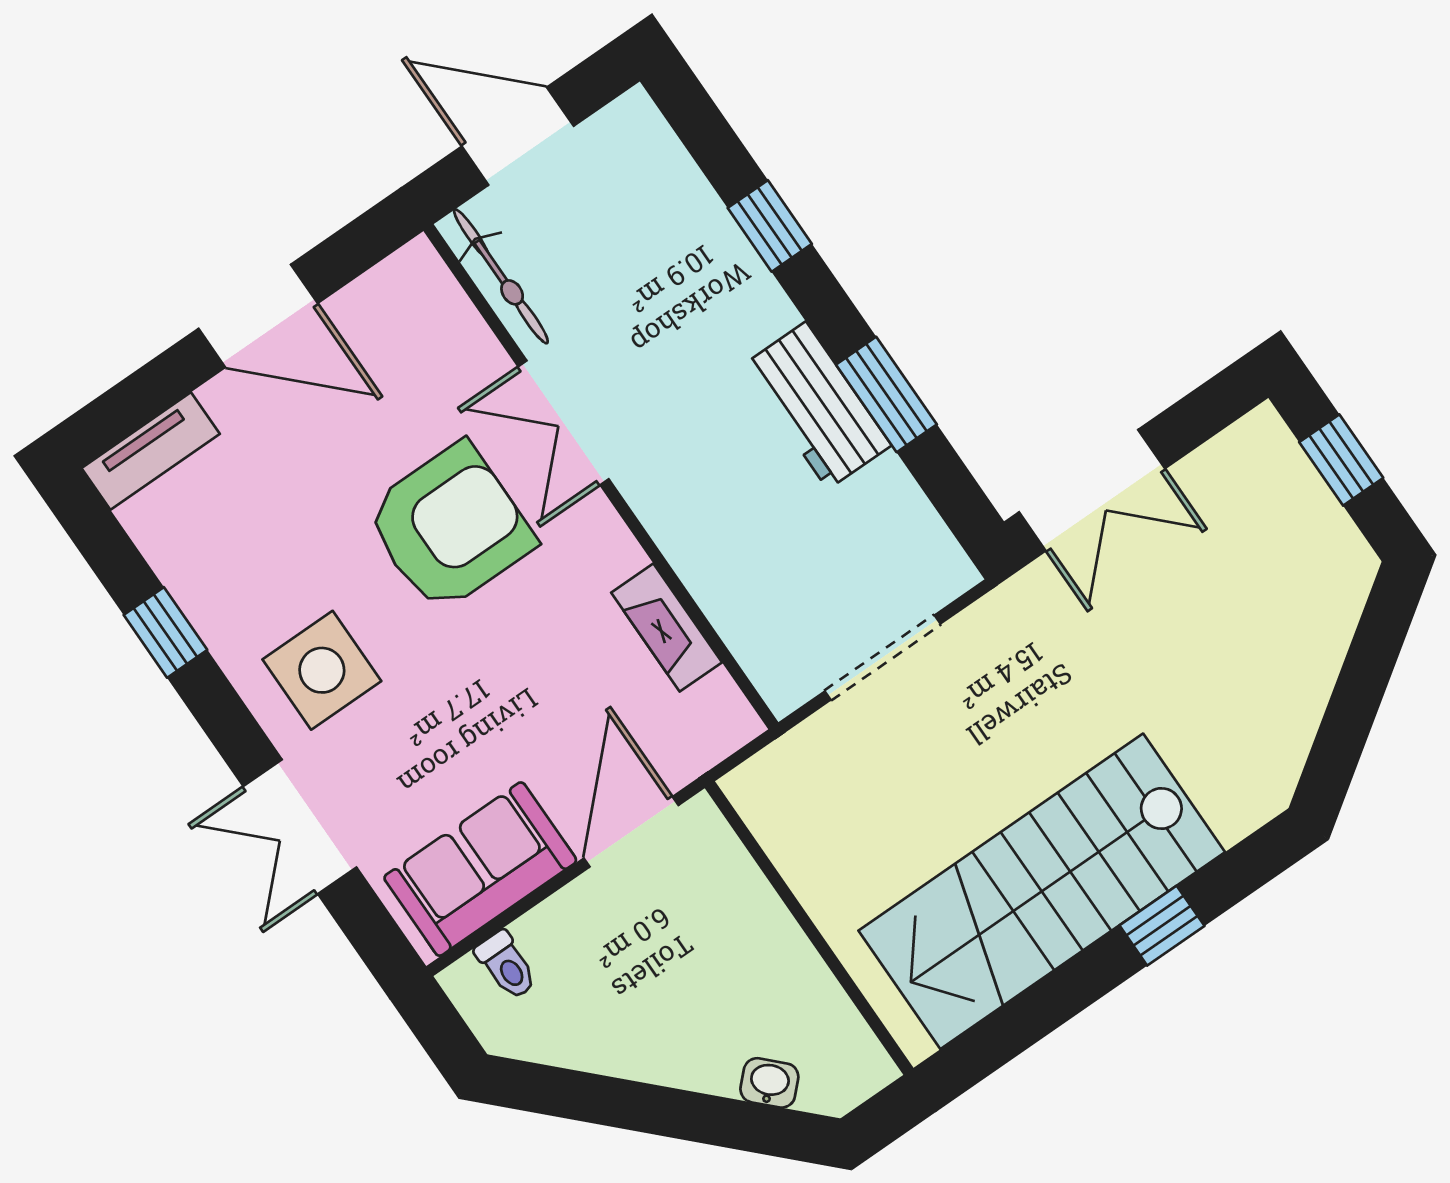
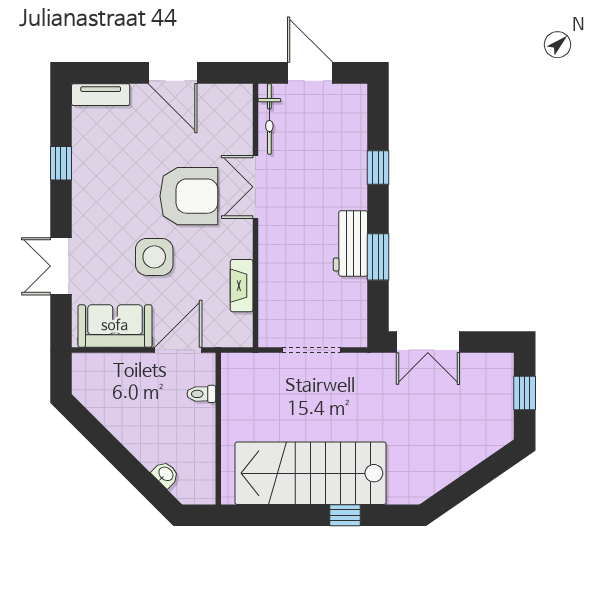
side table: (322, 670) -> (154, 257), moved
toilet: (506, 965) -> (201, 394), moved, turned 90

